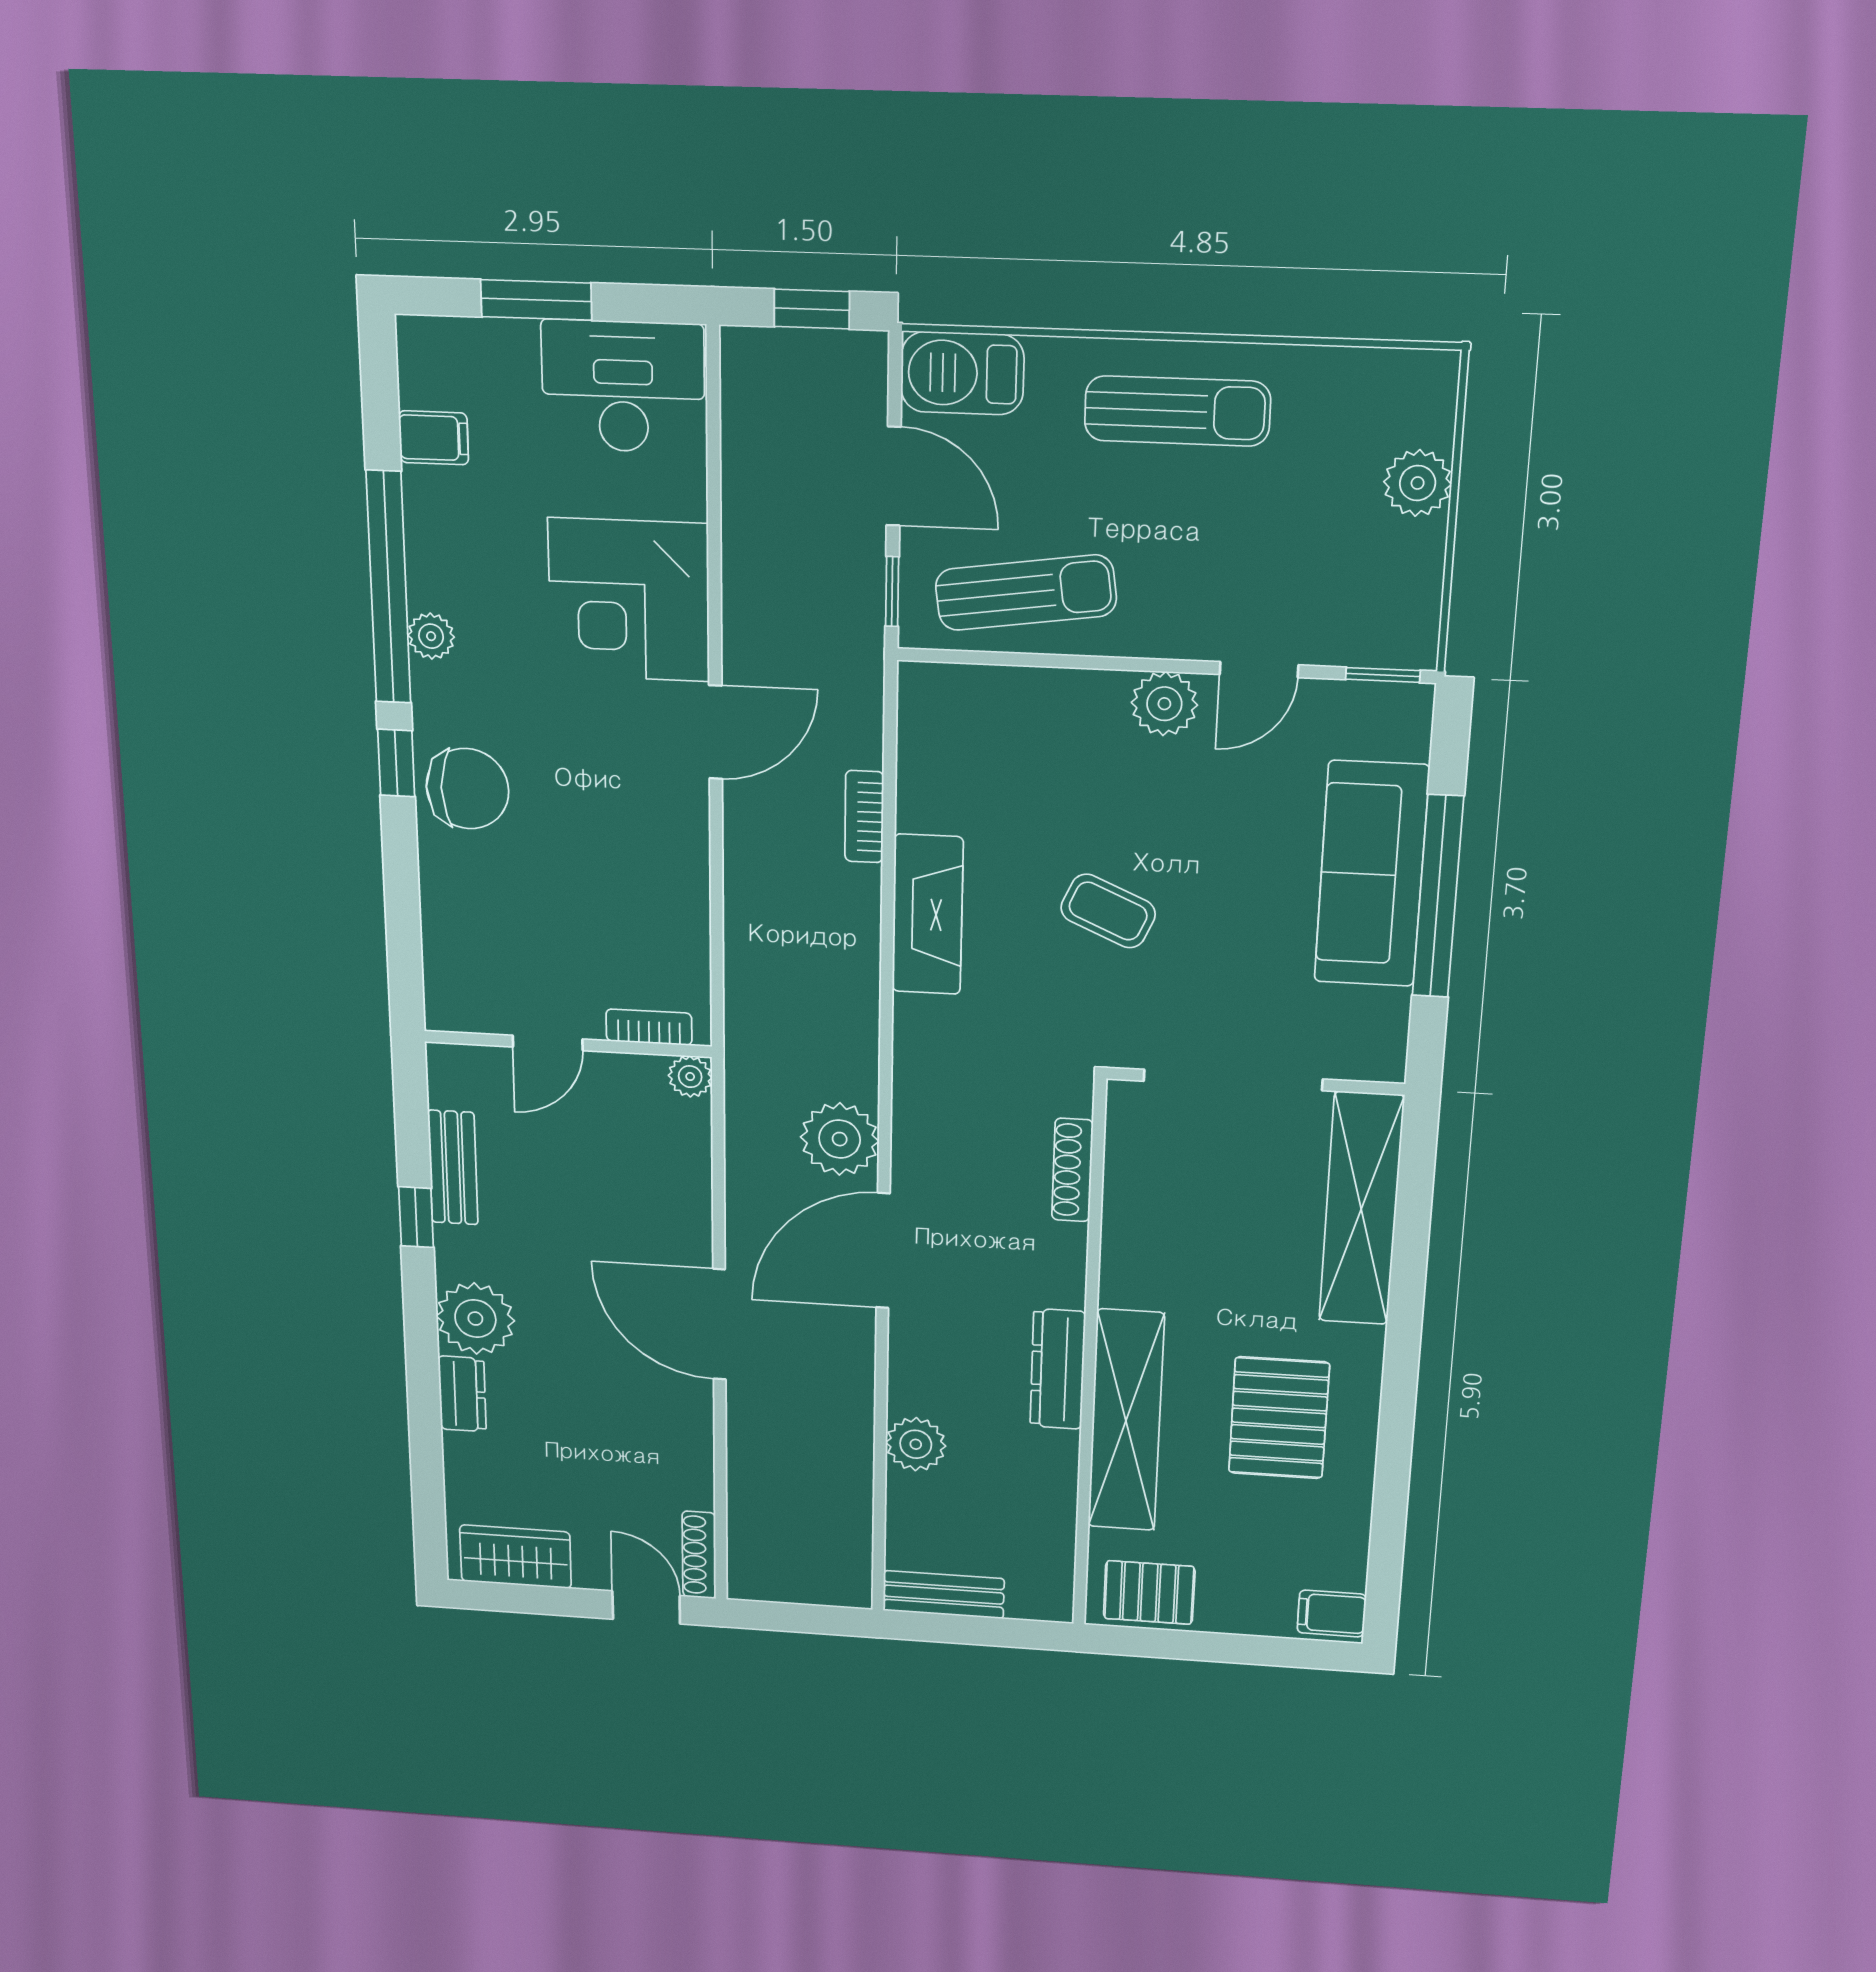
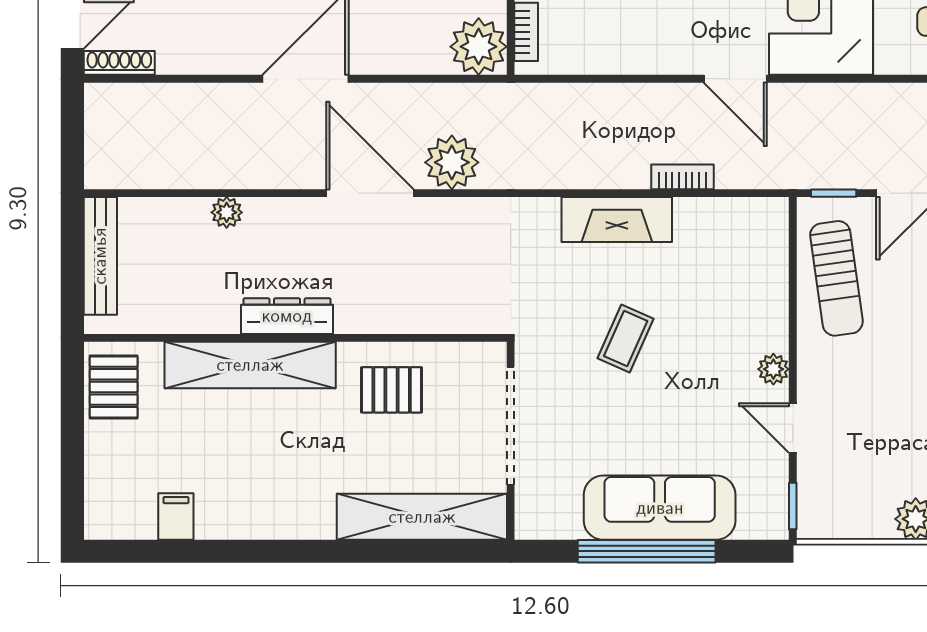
plant: (1164, 704) -> (773, 369), width x0.73, depth x0.73
plant: (690, 1077) -> (479, 47), width x1.88, depth x1.88
shoe rack: (1072, 1170) -> (439, 321), removed
pallet: (1279, 1418) -> (392, 390), moved, width x0.67, depth x0.71
plant: (916, 1444) -> (227, 212), width x0.73, depth x0.73
bench: (944, 1595) -> (100, 256), width x1.36
filing cabinet: (1332, 1614) -> (176, 516), moved

